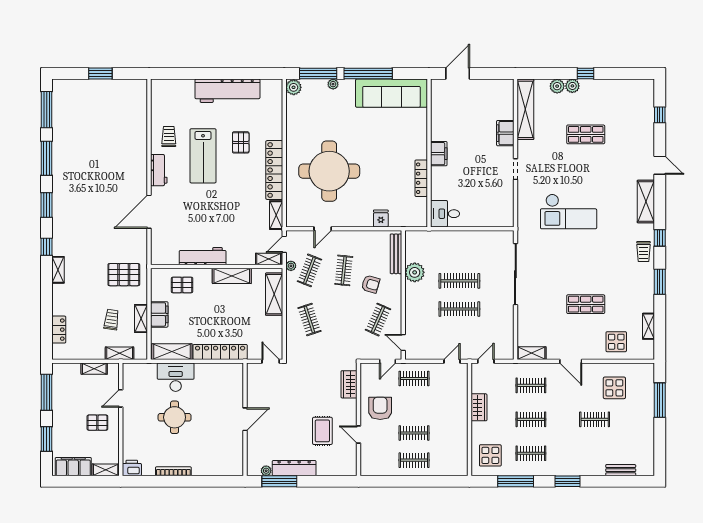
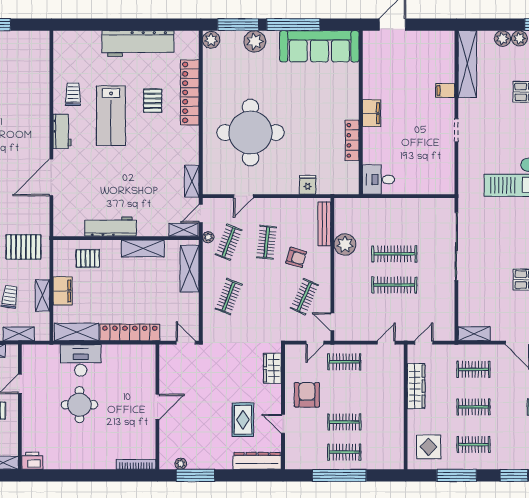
plant: (333, 84) -> (255, 41), width x1.88, depth x1.88
filing cabinet: (505, 133) -> (445, 90), width x0.50
locker: (274, 170) -> (190, 92), moved
clothes rail: (309, 320) -> (229, 297), turned 39
wardrobe: (479, 407) -> (416, 386), width x1.50
dresser: (294, 468) -> (257, 461), moved
bookcase: (173, 471) -> (136, 464), moved
window: (409, 481) -> (339, 475), added

